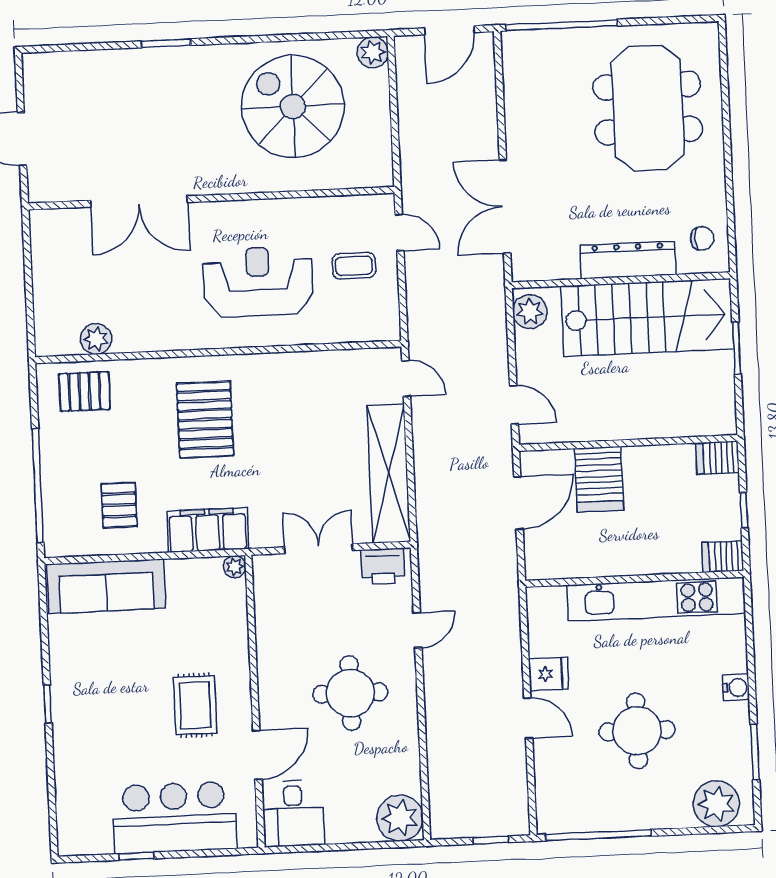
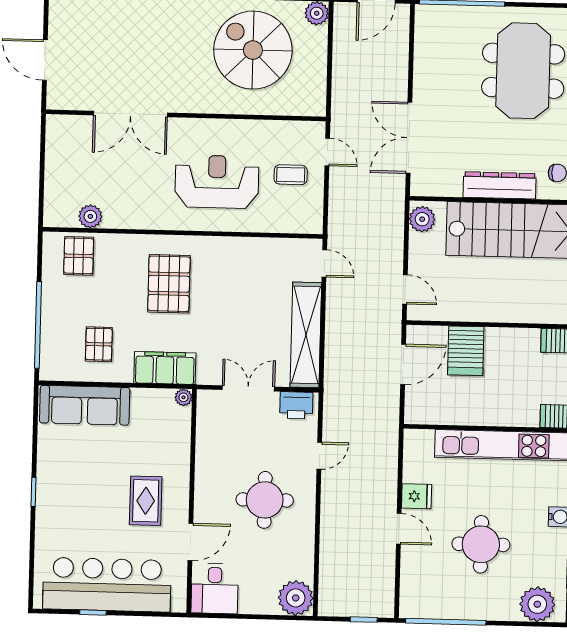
pallet: (85, 392) -> (79, 256), turned 90
bar counter: (174, 817) -> (107, 585), width x1.36

